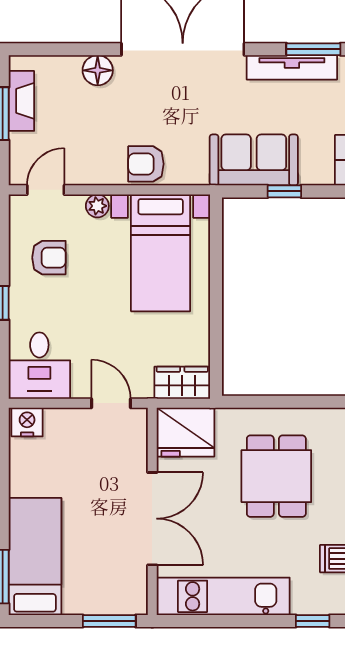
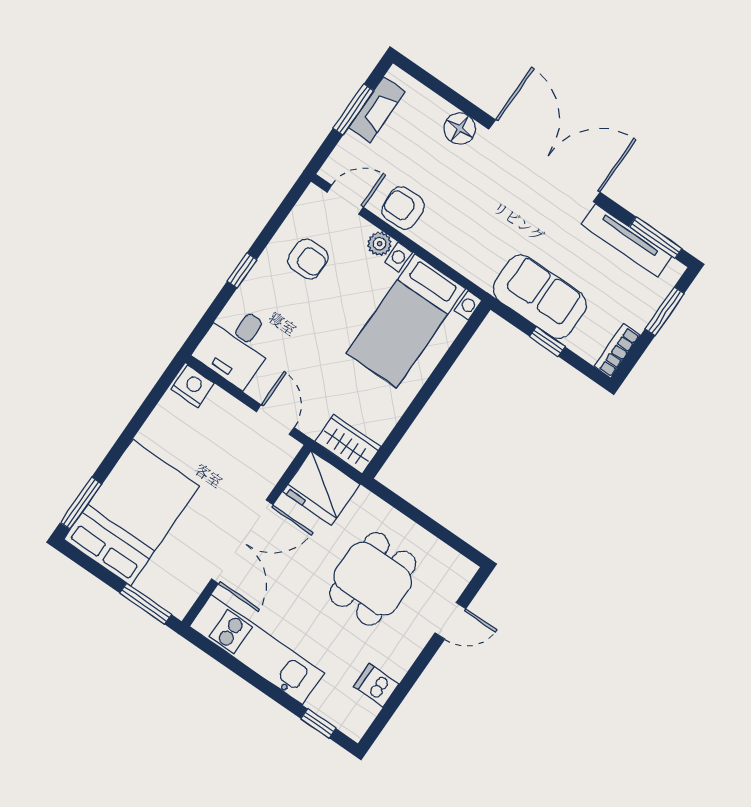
armchair: (146, 164) -> (403, 208), moved
bed: (35, 556) -> (131, 513), width x1.50

